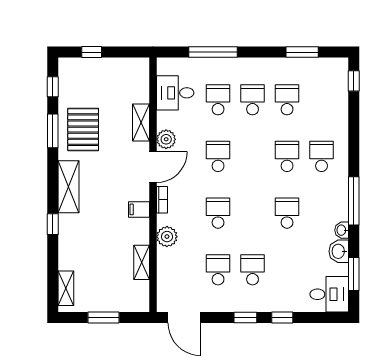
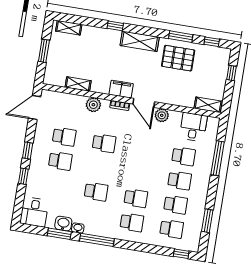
shelving: (141, 123) -> (208, 105), moved
school desk: (218, 156) -> (172, 229), moved
filing cabinet: (139, 209) -> (121, 89), width x2.00
window: (354, 274) -> (59, 234), moved

